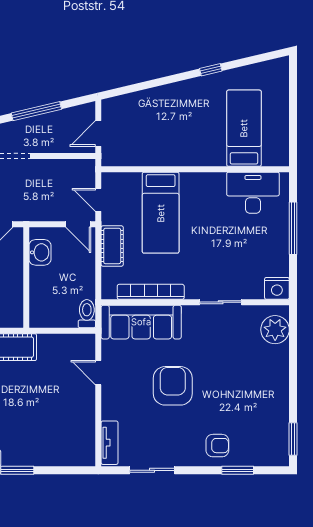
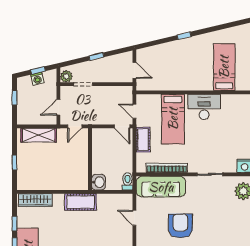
window: (211, 70) -> (184, 36), moved
window: (36, 111) -> (96, 57), width x0.46
door: (98, 134) -> (134, 70), swing flipped
desk: (253, 193) -> (204, 107), moved
washbasin: (40, 252) -> (98, 182), moved

